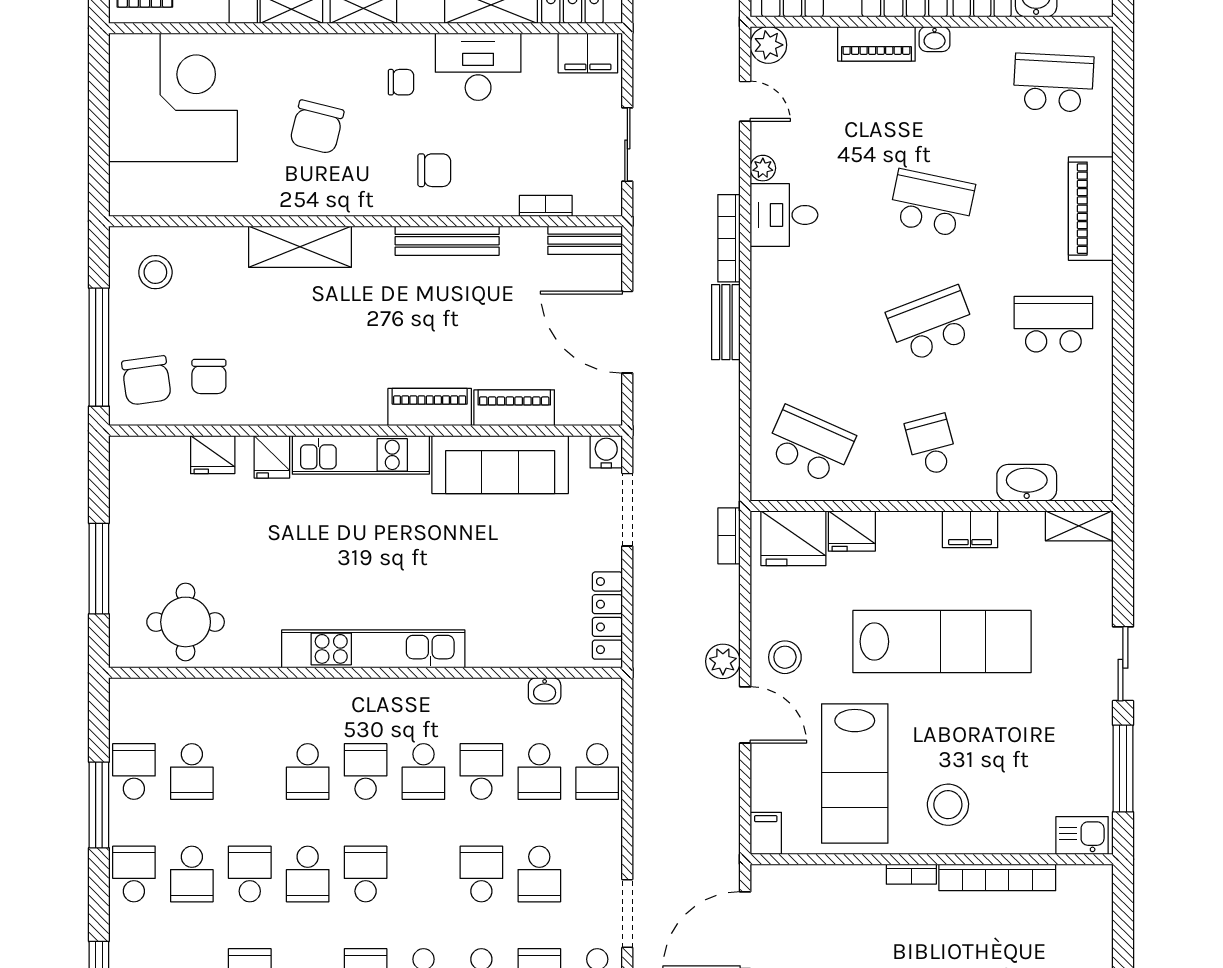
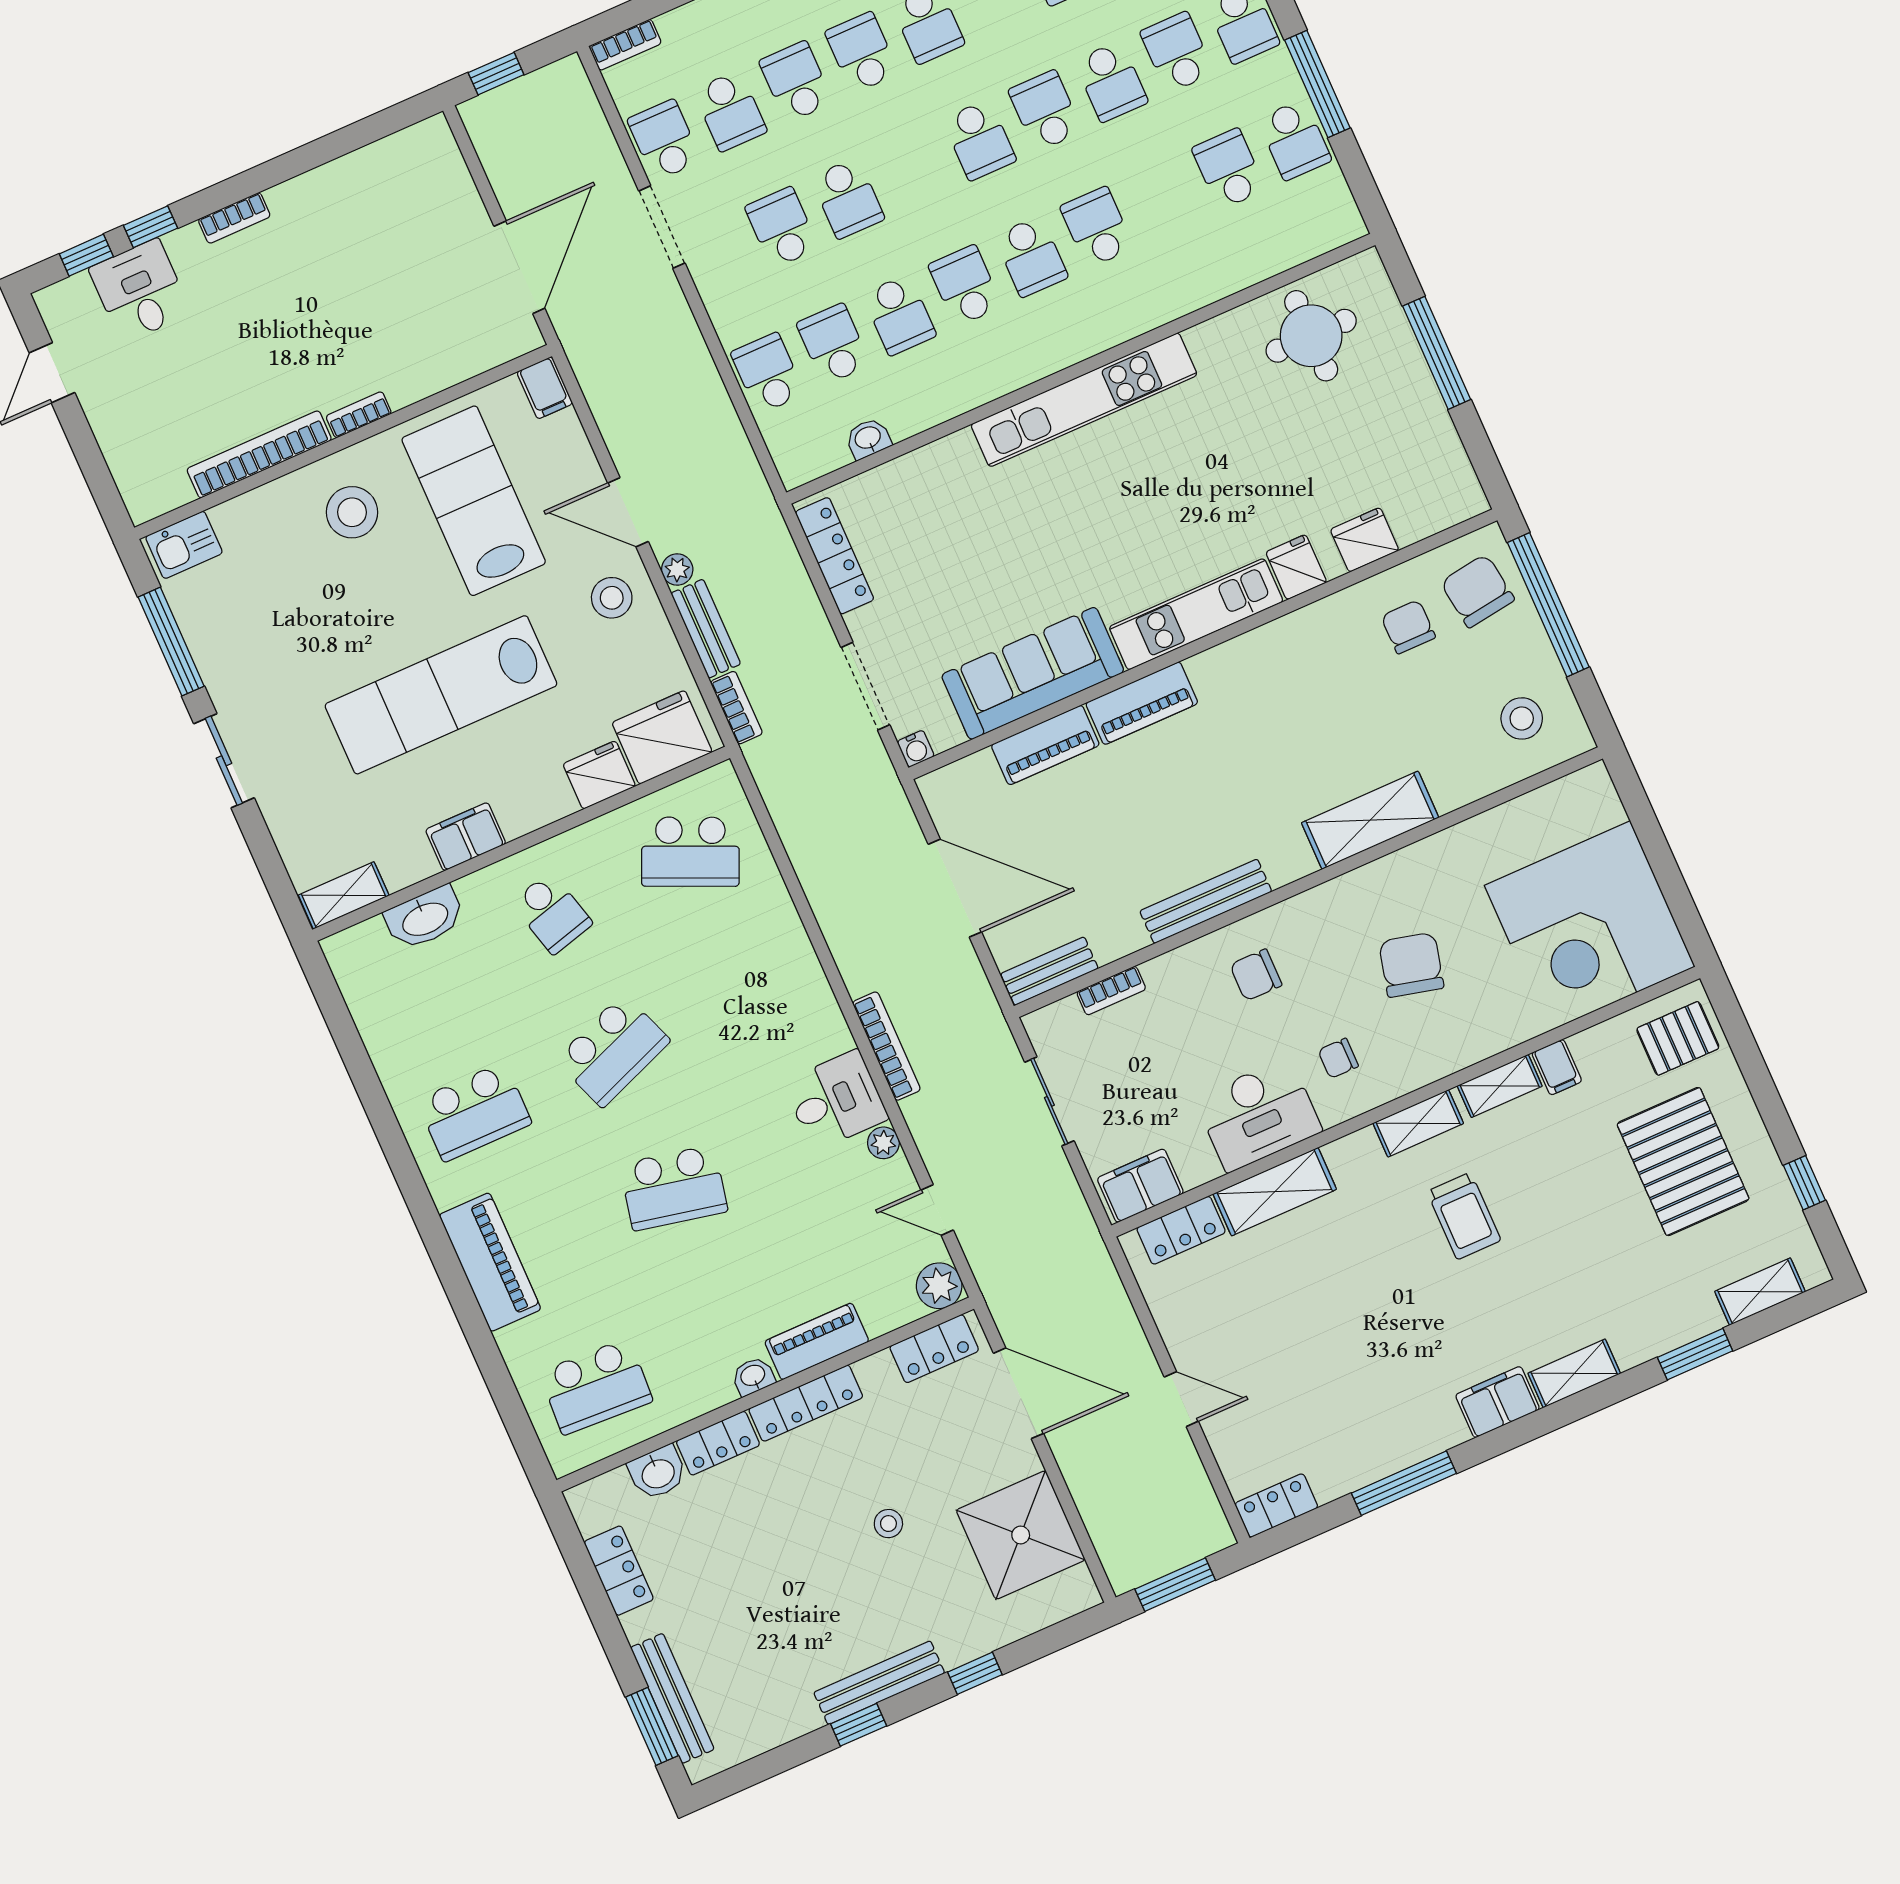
bench: (726, 322) -> (706, 629), moved
water cooler: (606, 452) -> (916, 749), width x0.72, depth x0.72
plant: (723, 661) -> (677, 570), width x0.73, depth x0.73

